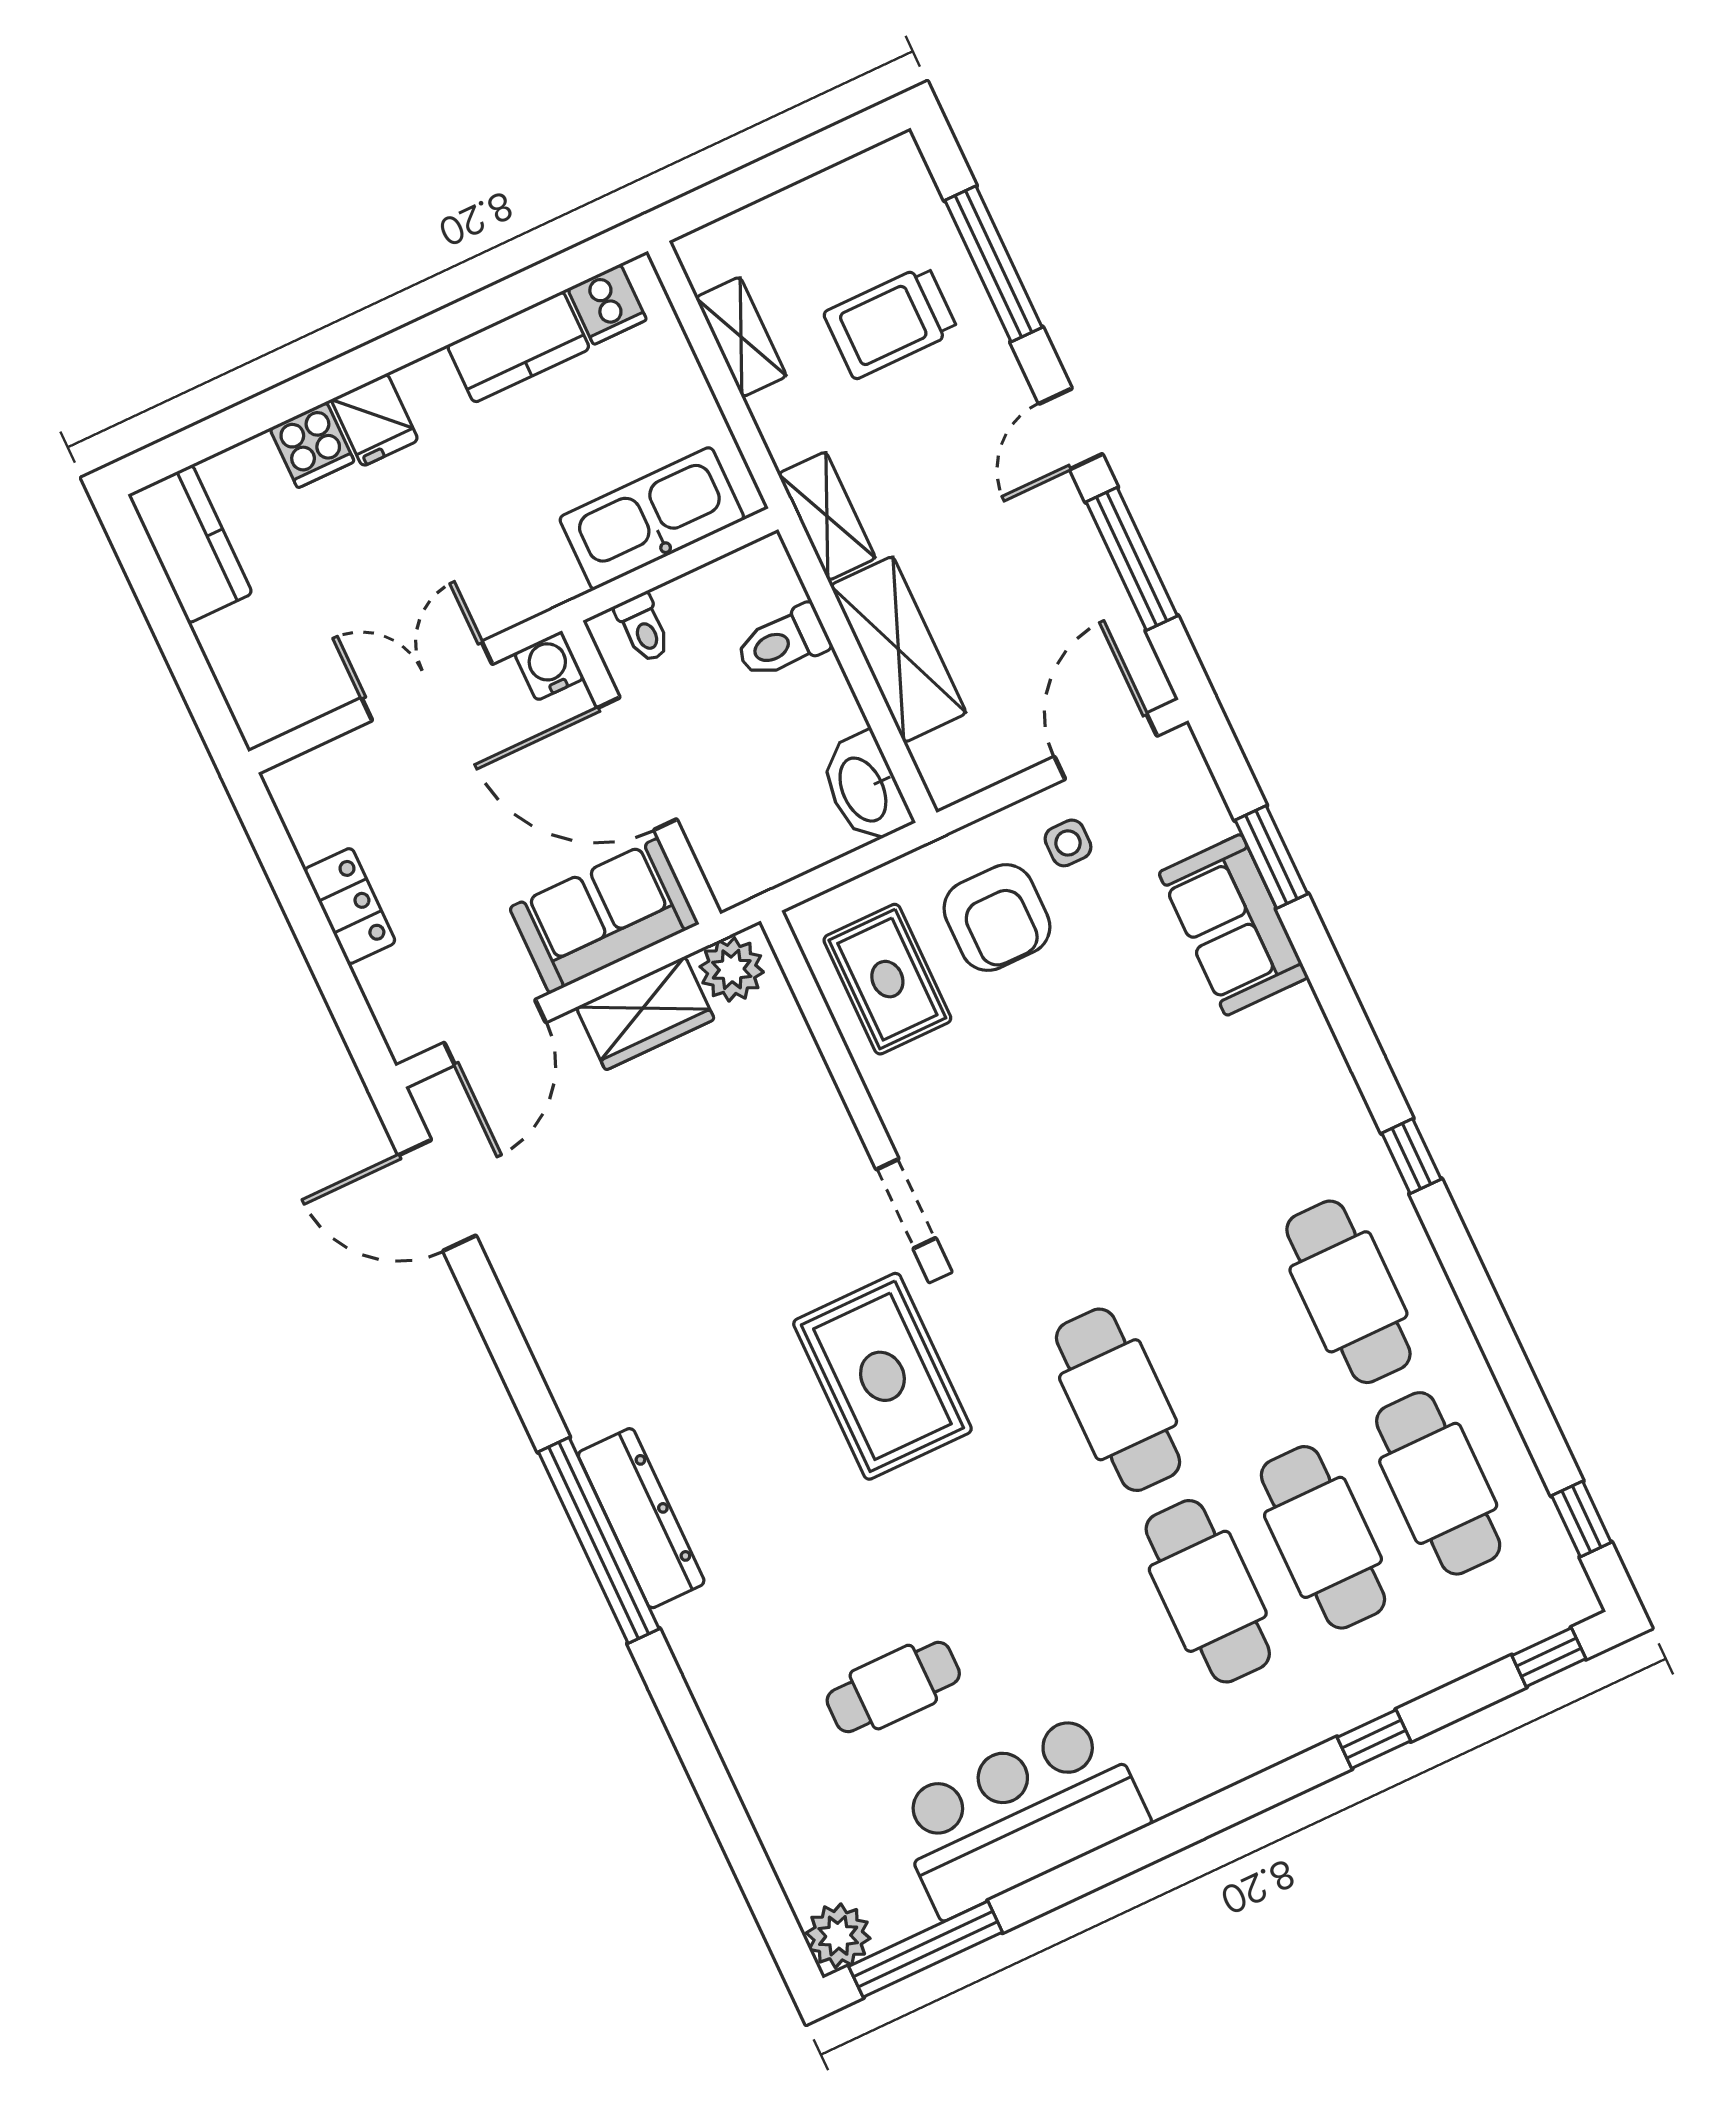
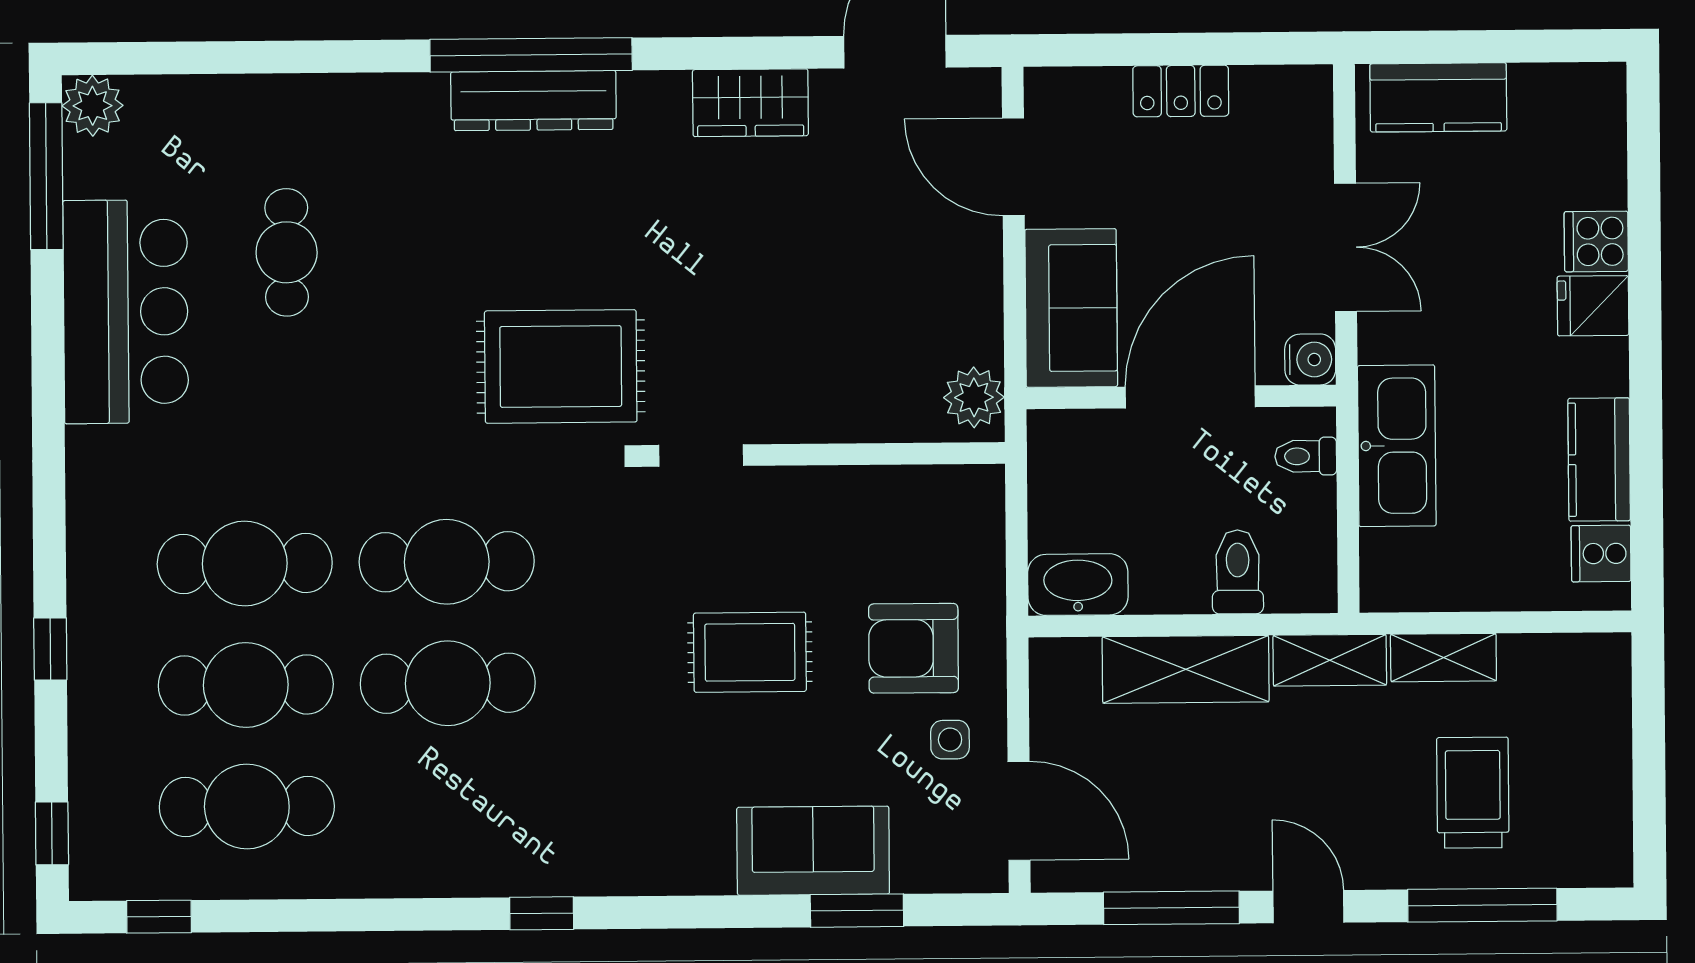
shelving: (741, 337) -> (1443, 658), moved
kitchen sink: (652, 518) -> (1397, 446), moved
kitchen counter: (190, 544) -> (1438, 97), moved
rug: (887, 979) -> (750, 652), moved
wardrobe: (645, 1013) -> (750, 103), moved, turned -90
cafe table: (1348, 1292) -> (448, 683), moved

